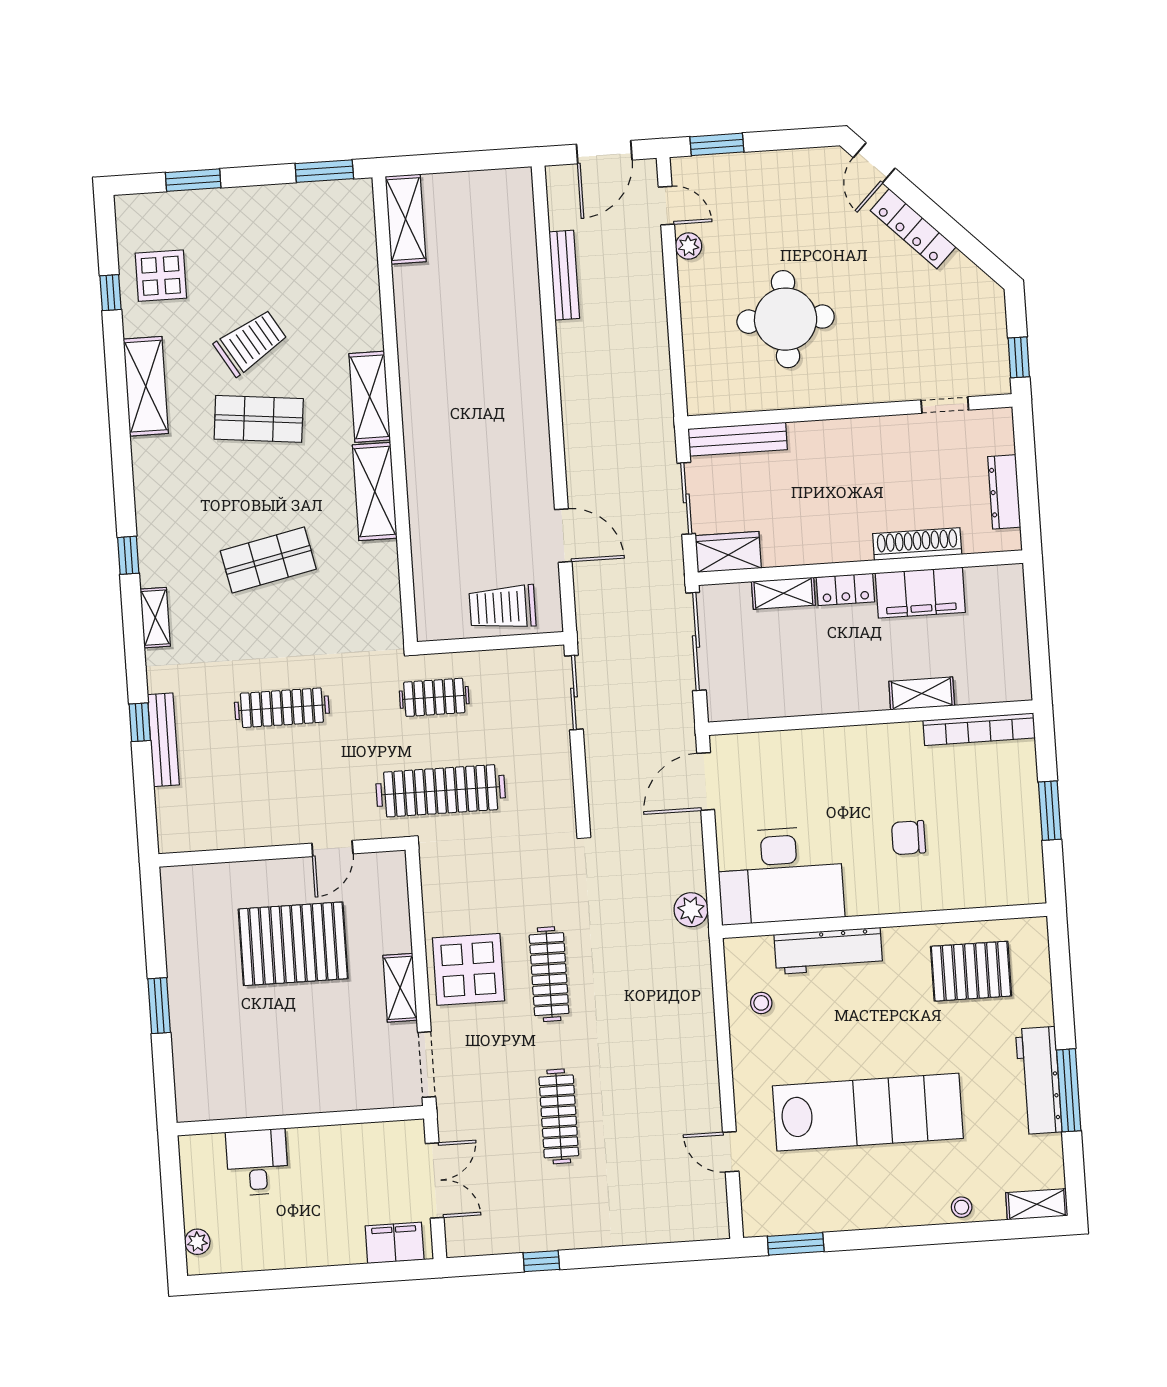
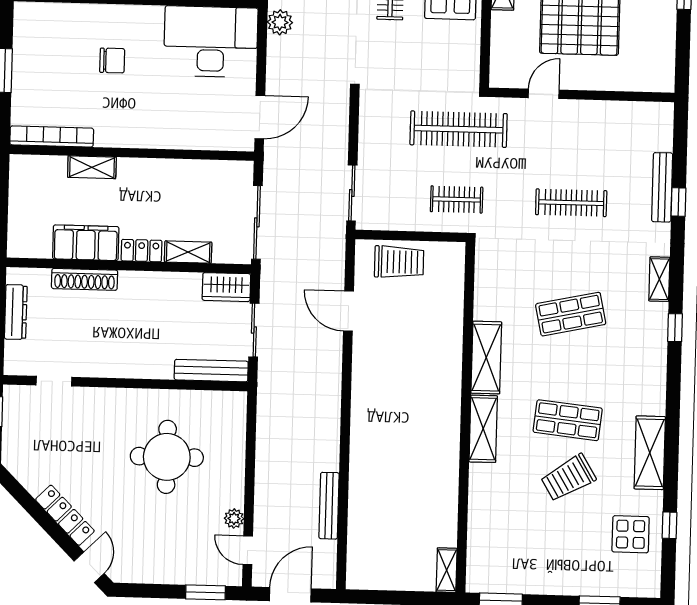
shelving: (406, 219) -> (447, 570), width x0.67, depth x0.75

